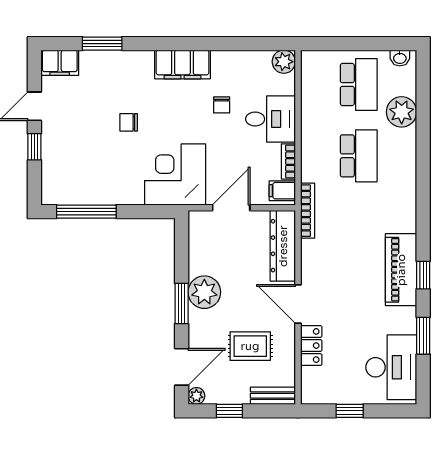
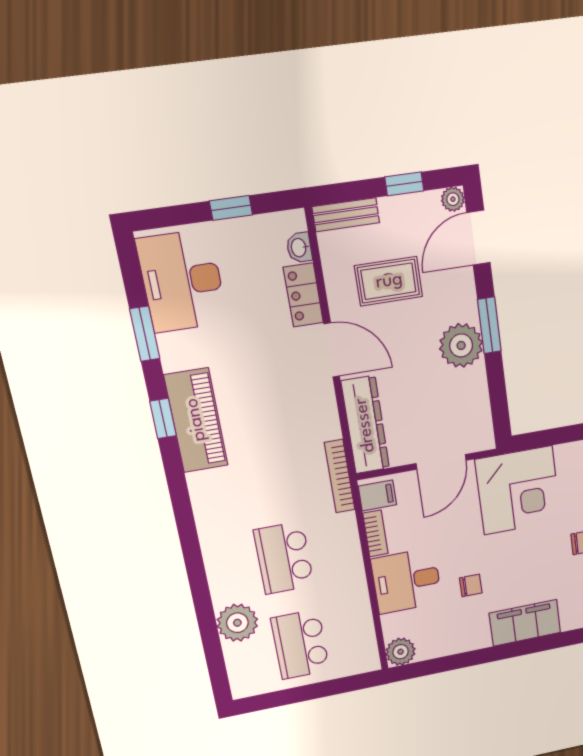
washbasin: (400, 58) -> (299, 248), moved, turned -90
chair: (222, 105) -> (471, 585), turned 90

